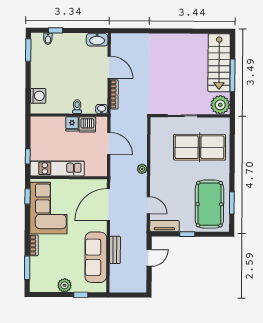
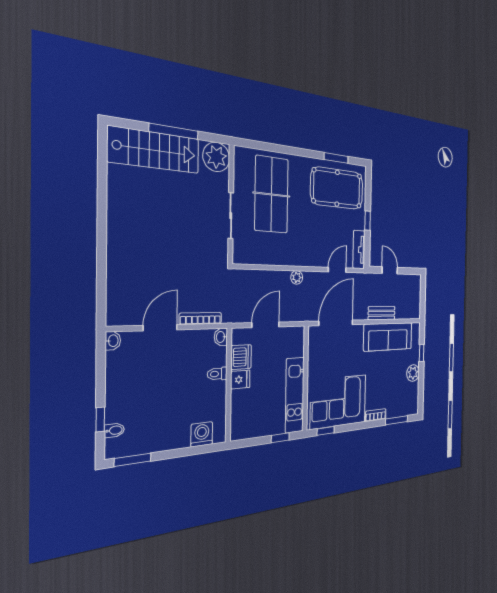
washbasin: (97, 40) -> (113, 341), width x0.52, depth x0.69
door: (108, 205) -> (336, 323), swing flipped

